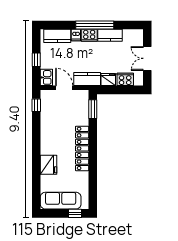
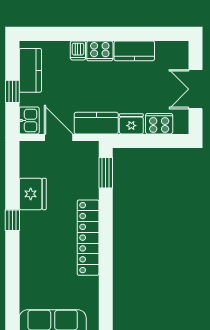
window: (95, 25) -> (109, 34), removed
kitchen counter: (57, 36) -> (30, 70), moved, turned -90
window: (36, 105) -> (12, 220), moved
fridge: (49, 165) -> (33, 194), moved

